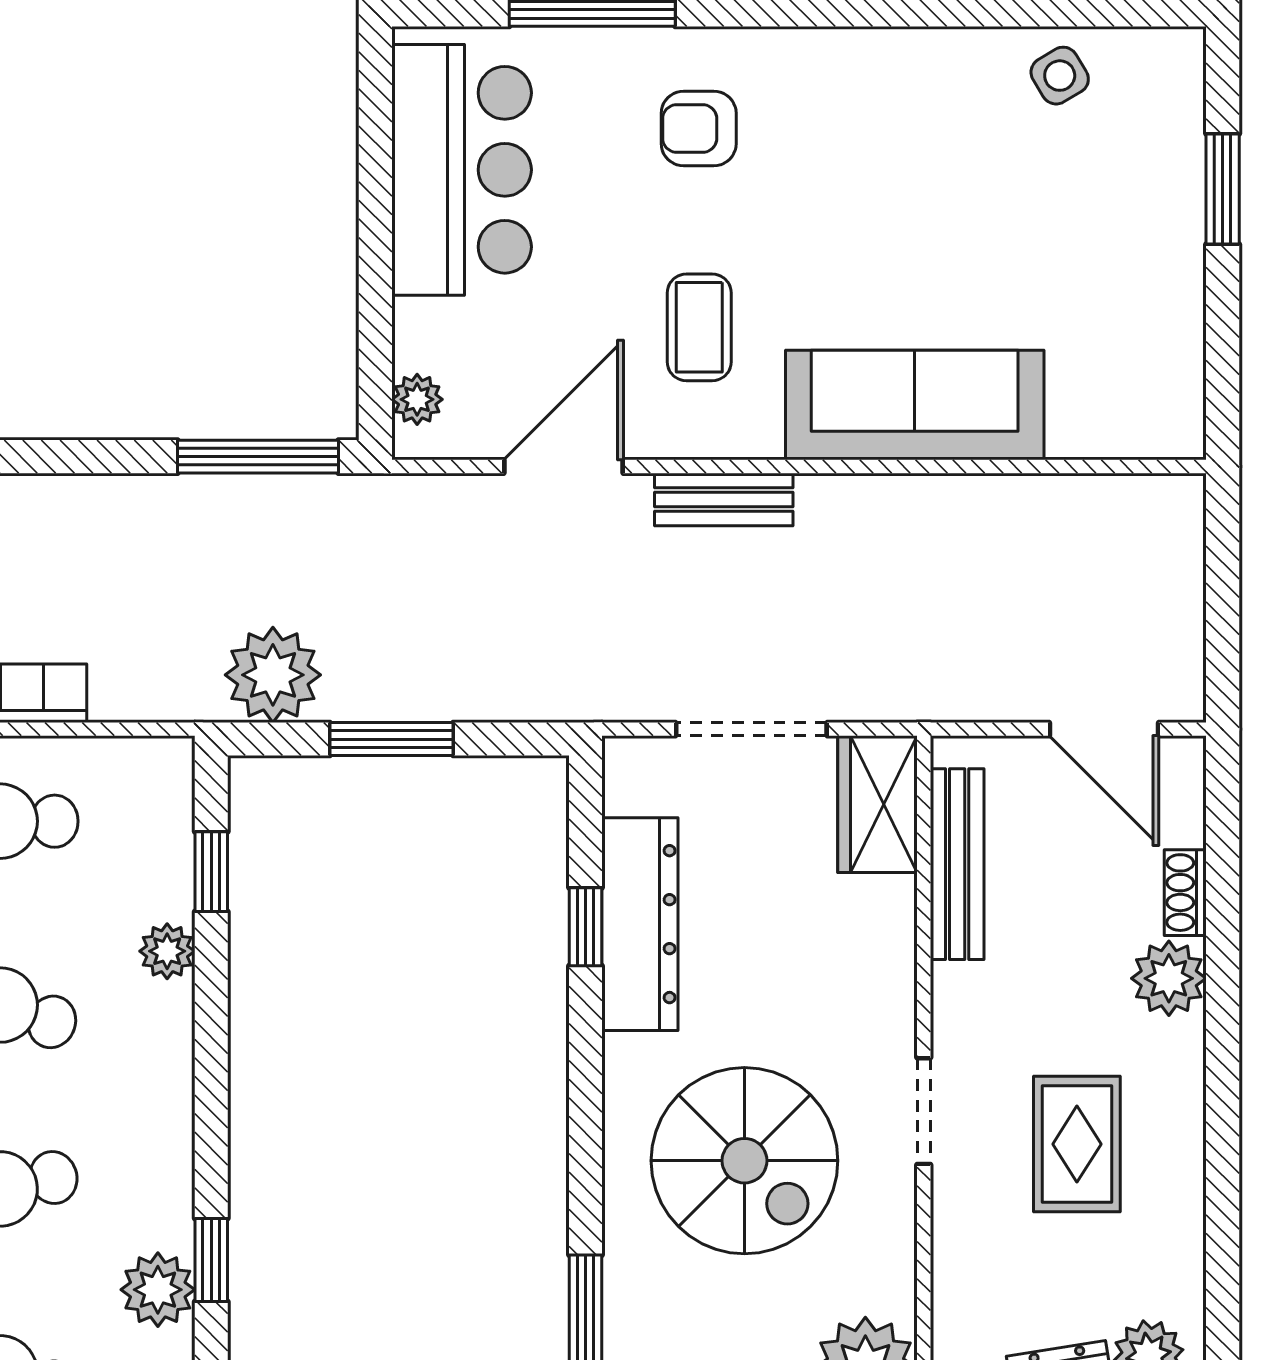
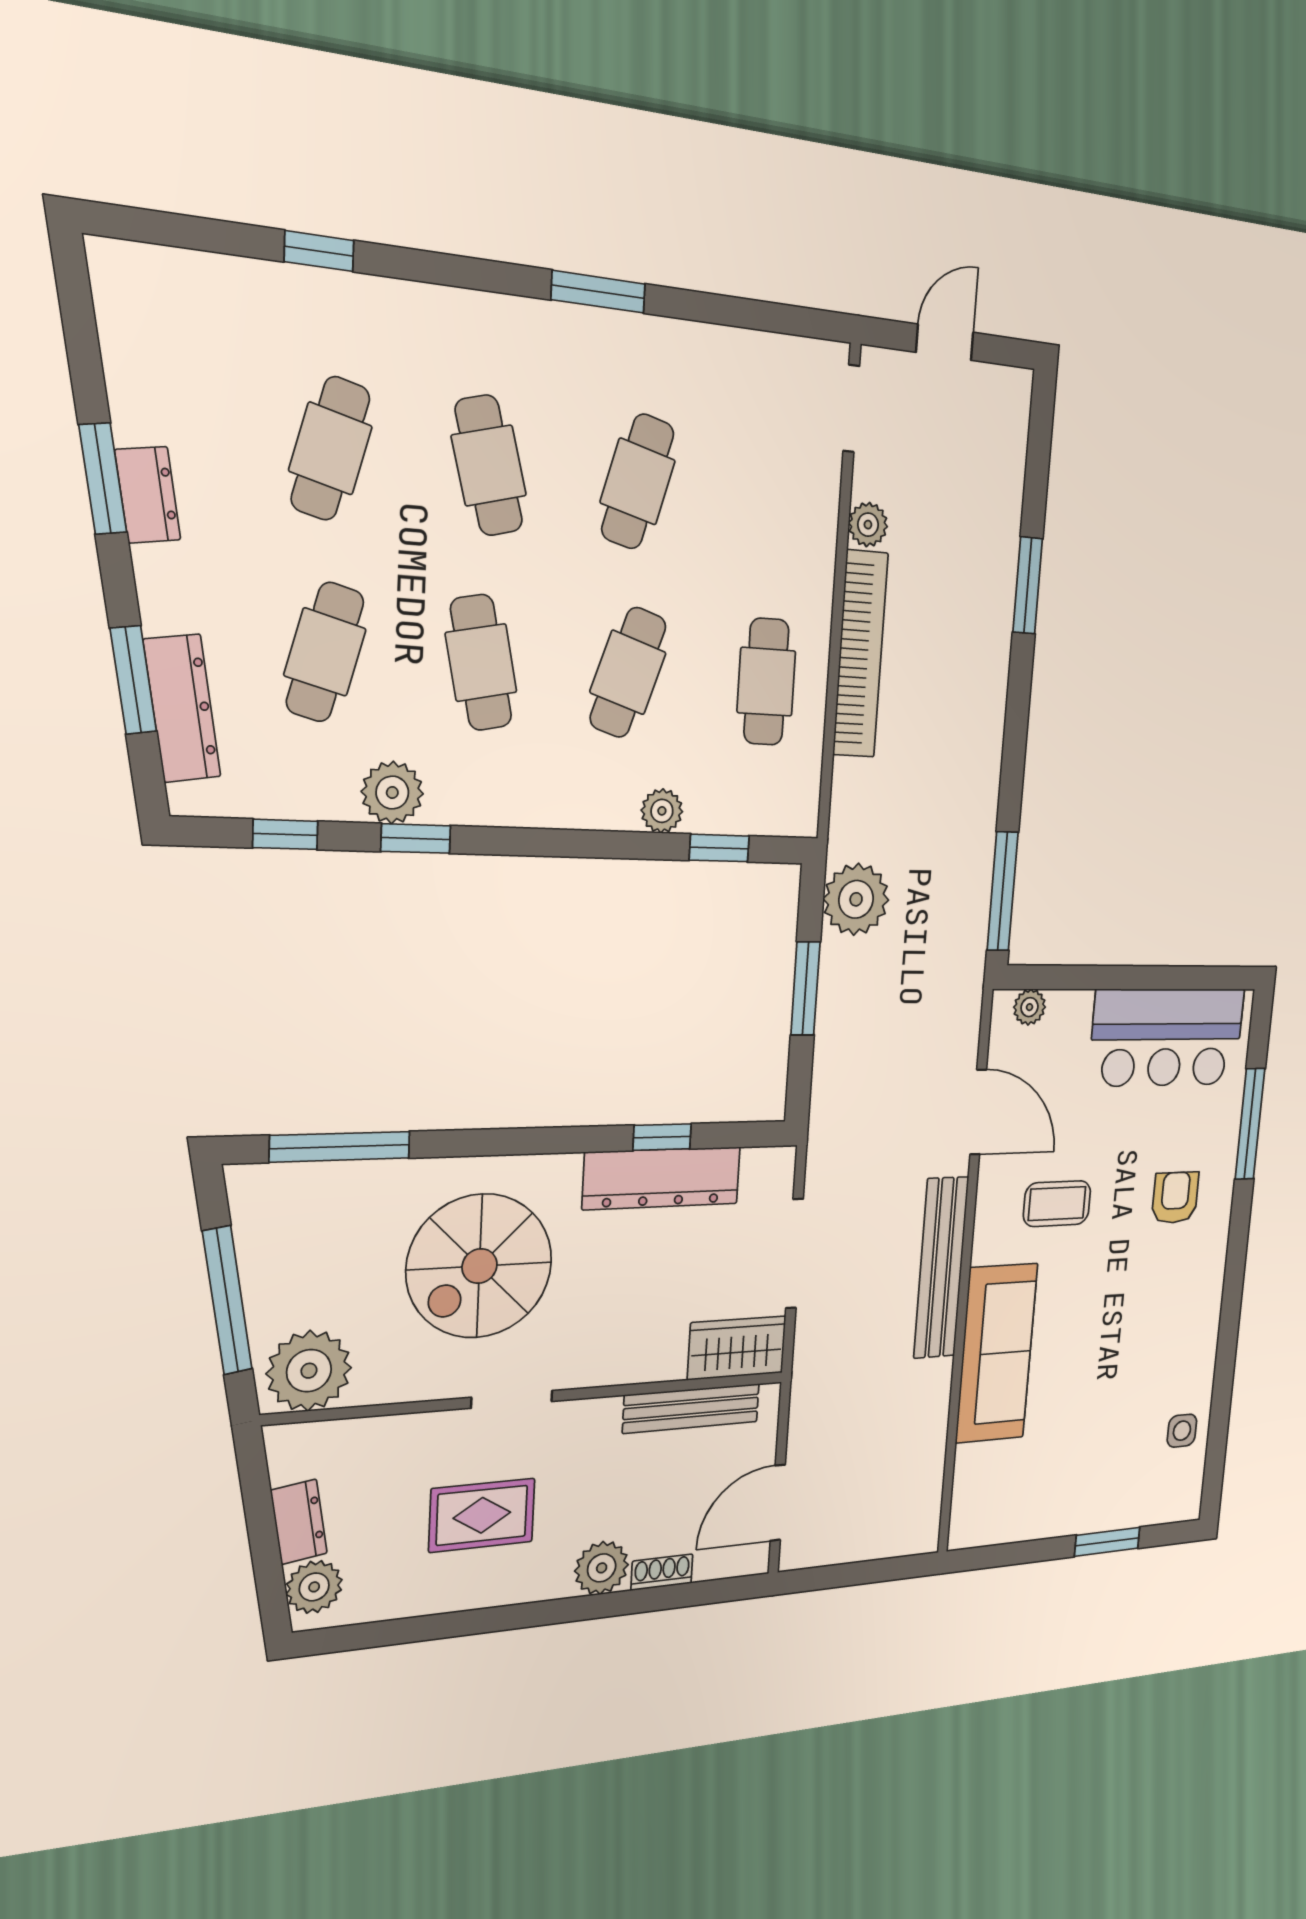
side table: (1060, 76) -> (1182, 1431), turned 31
bench: (724, 499) -> (941, 1268), width x1.86, depth x1.21

